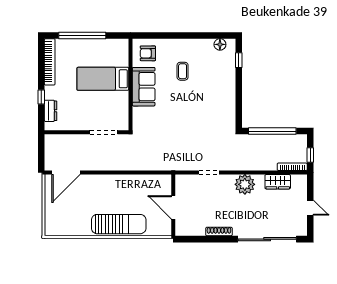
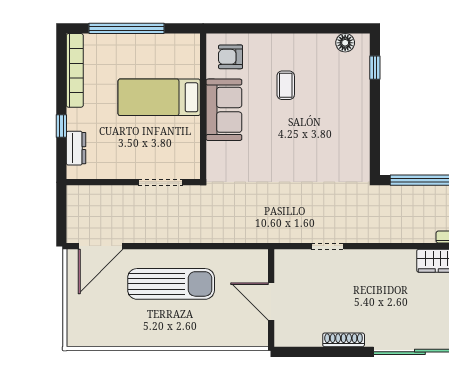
plant: (245, 184) -> (385, 265), removed
sun lounger: (119, 224) -> (171, 284), moved

